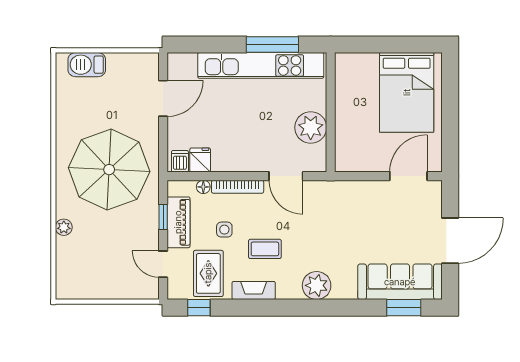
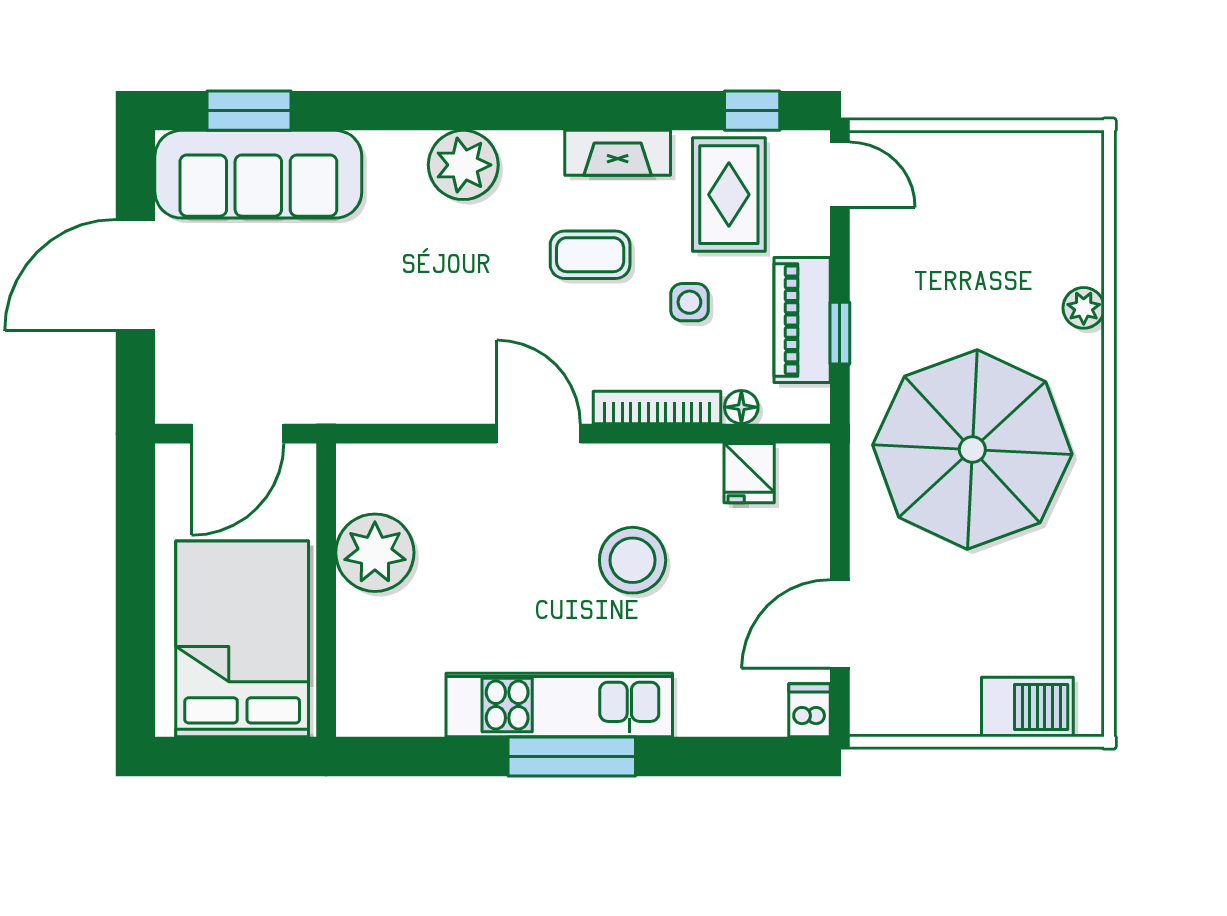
kitchen unit: (261, 65) -> (559, 705), width x0.73
wall: (331, 112) -> (326, 590), moved
stool: (248, 124) -> (633, 560), added
plant: (311, 127) -> (375, 553), moved
dishwasher: (180, 161) -> (809, 710), moved, turned 180
door: (163, 264) -> (840, 175), moved

